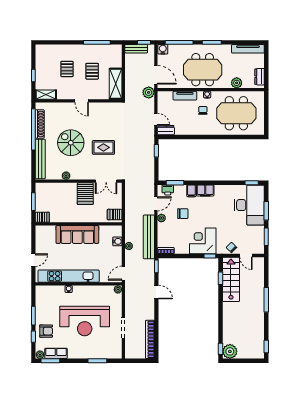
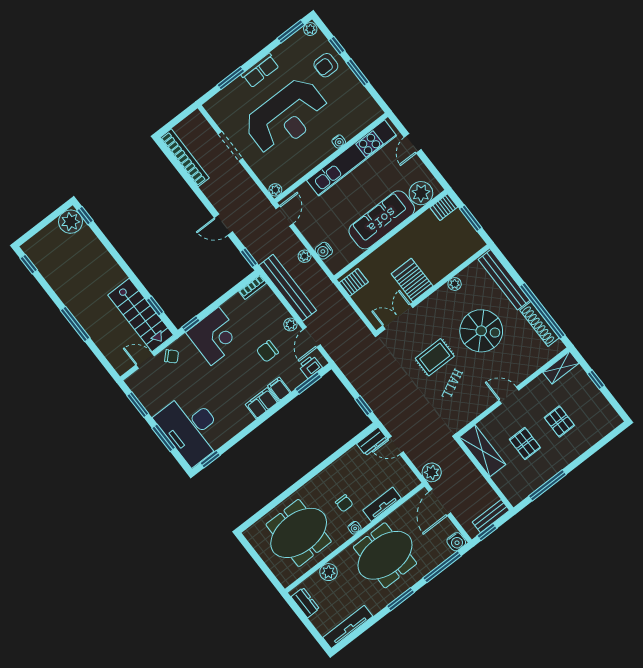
door: (156, 75) -> (440, 502), hinge flipped
plant: (48, 233) -> (421, 193), added
reception desk: (85, 321) -> (286, 116), turned 180
row of seats: (56, 353) -> (260, 70), moved

